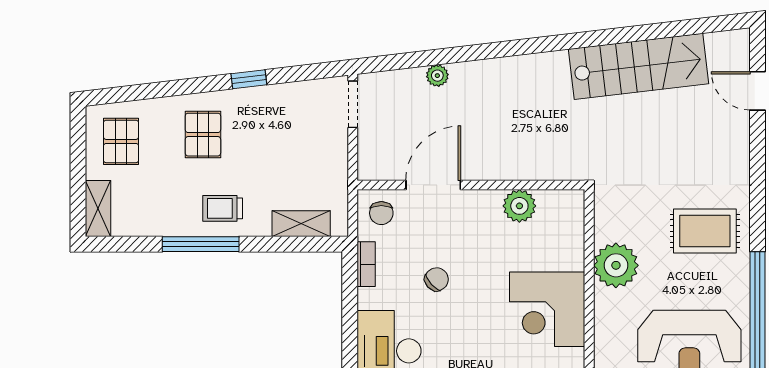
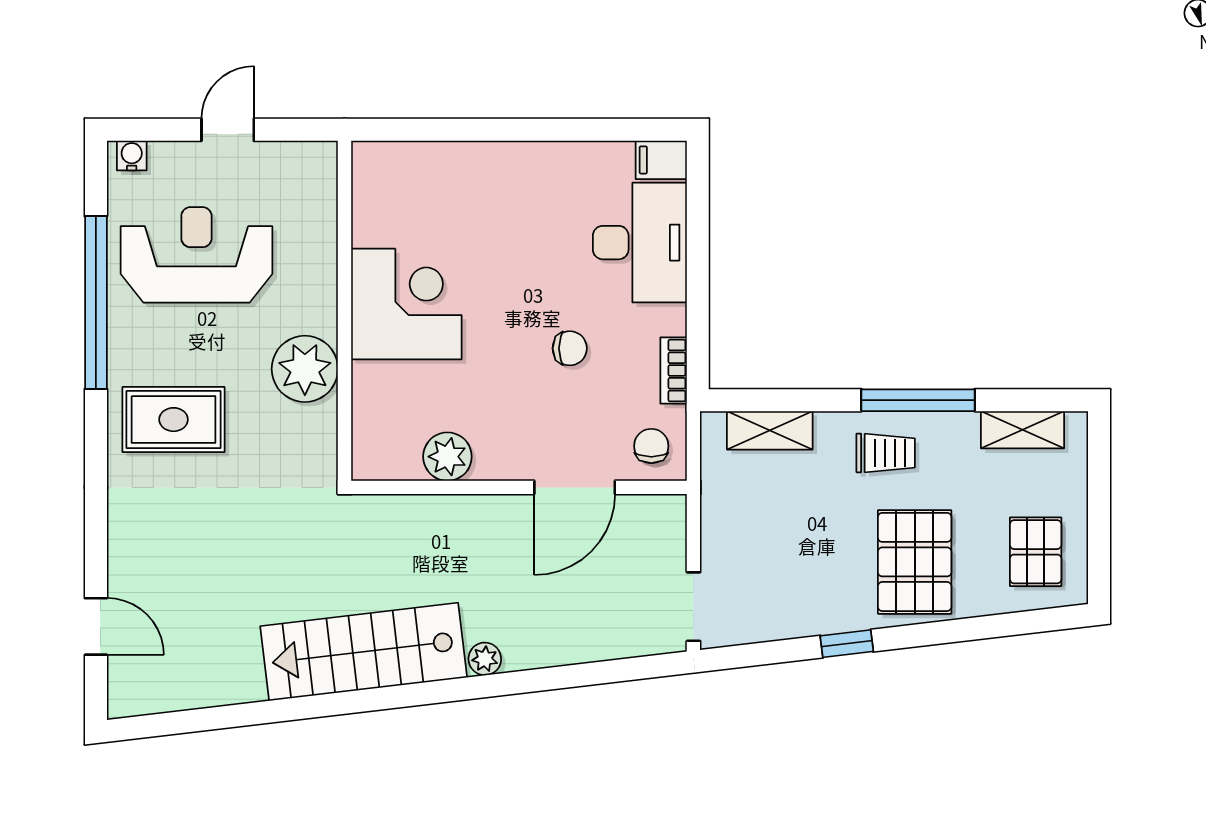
stairs: (638, 66) -> (364, 652), moved
plant: (437, 76) -> (485, 659), moved
pallet: (203, 135) -> (915, 562), width x1.50, depth x1.42
shelving: (98, 209) -> (1022, 430), moved, turned 90
chair: (437, 279) -> (570, 348), turned -138

